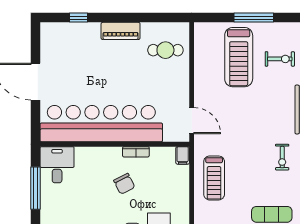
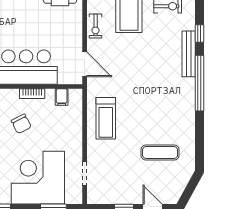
filing cabinet: (183, 155) -> (62, 97), moved
exercise bike: (282, 157) -> (96, 26), moved

